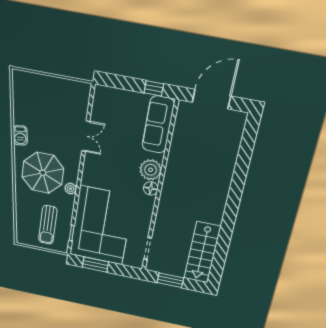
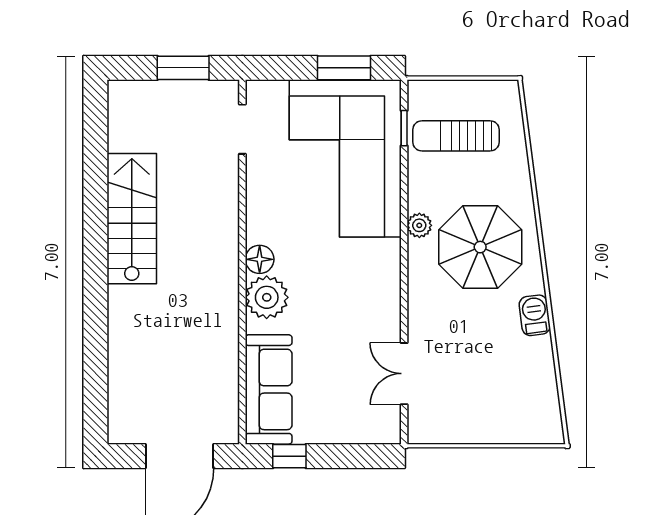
double door: (86, 136) -> (404, 374), moved
sun lounger: (48, 225) -> (456, 136), turned -90
stairs: (202, 252) -> (132, 219), moved

